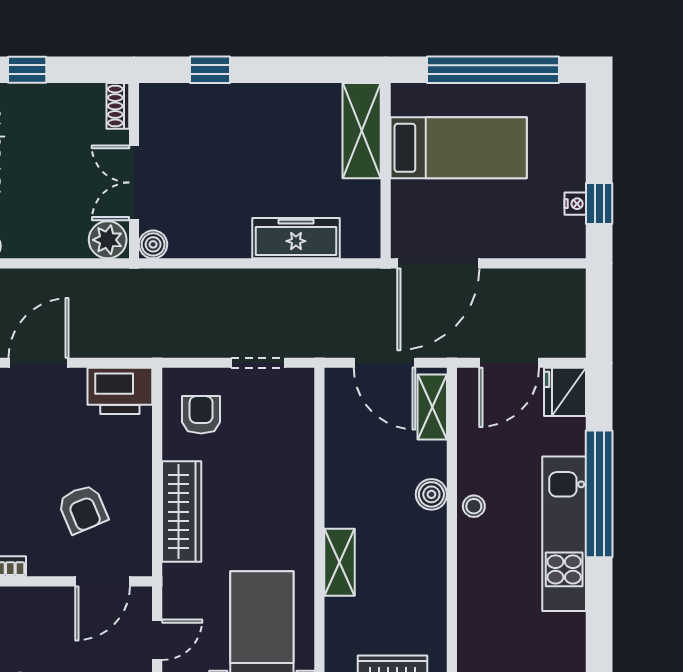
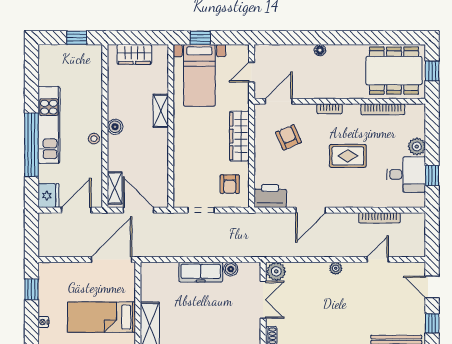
nightstand: (575, 204) -> (43, 322), moved
freezer: (296, 238) -> (201, 272), moved
boiler: (153, 244) -> (231, 269), moved
boiler: (431, 494) -> (115, 127), moved

